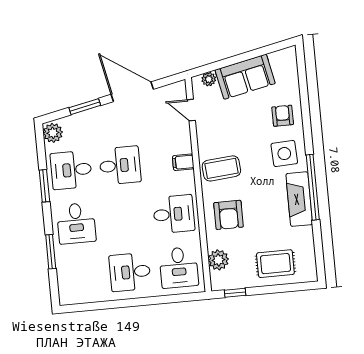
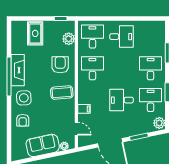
filing cabinet: (183, 162) -> (84, 109), moved
desk: (71, 170) -> (151, 100), turned -90
desk: (174, 214) -> (92, 68), turned 90
rug: (275, 264) -> (35, 33), turned 90

